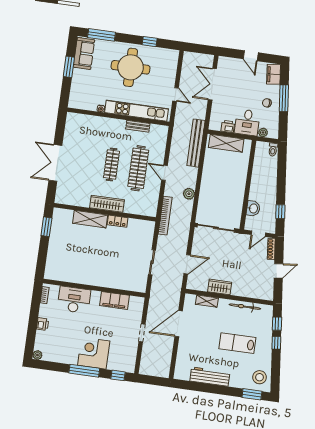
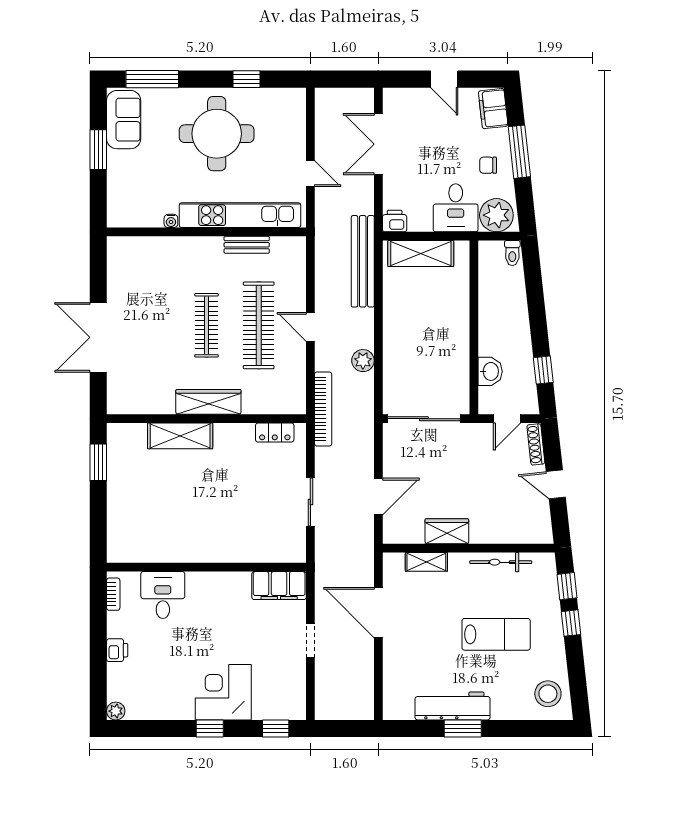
printer: (228, 127) -> (395, 221), moved
plant: (263, 132) -> (496, 215), width x1.88, depth x1.88
locker: (118, 221) -> (275, 433), moved
door: (279, 271) -> (556, 484), swing flipped
desk: (74, 300) -> (163, 595), width x0.73
filing cabinet: (114, 300) -> (279, 586), moved
door: (179, 324) -> (378, 613), hinge flipped
lab bench: (237, 343) -> (496, 634), turned 180
window: (84, 371) -> (210, 728), width x0.46
window: (252, 394) -> (463, 728), moved

